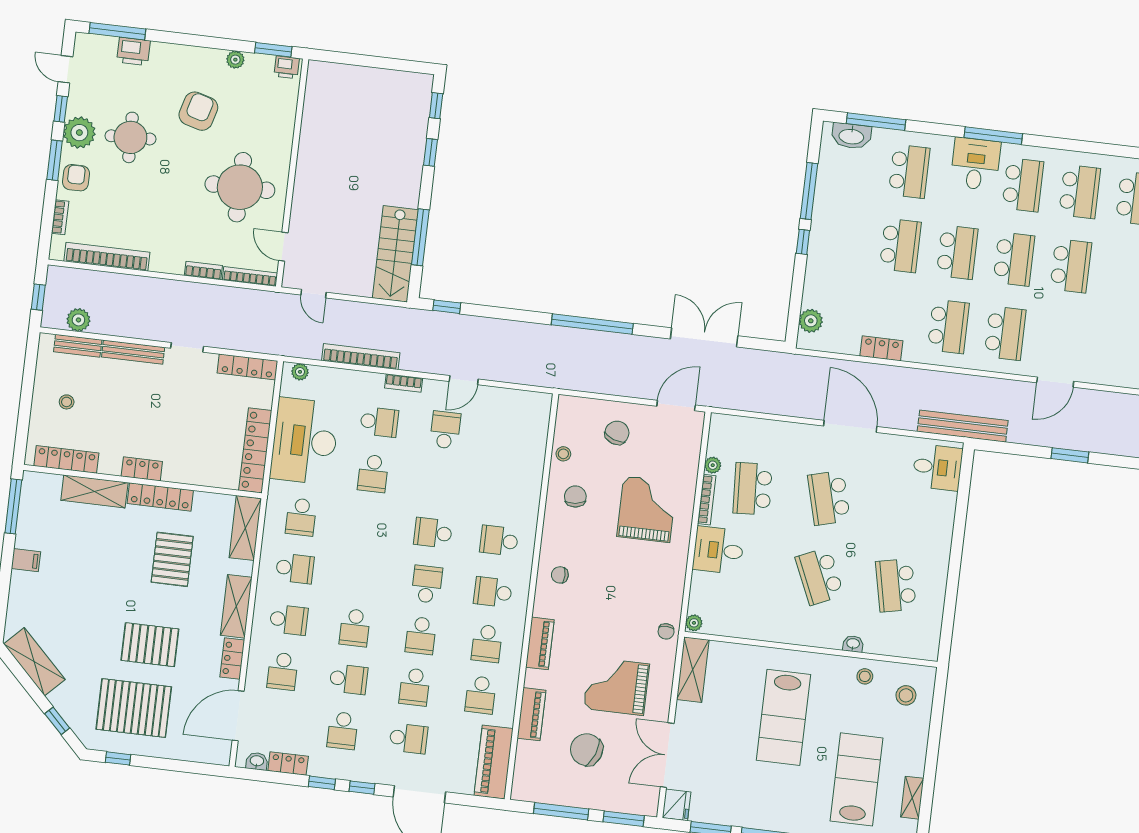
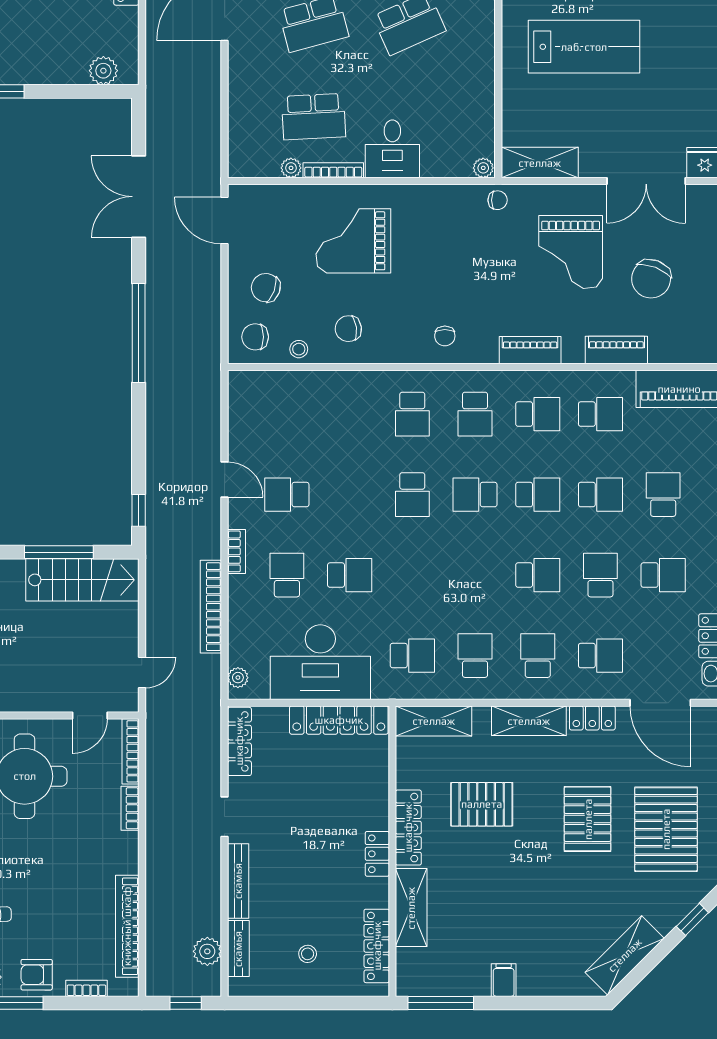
chair: (578, 419) -> (255, 337), added

